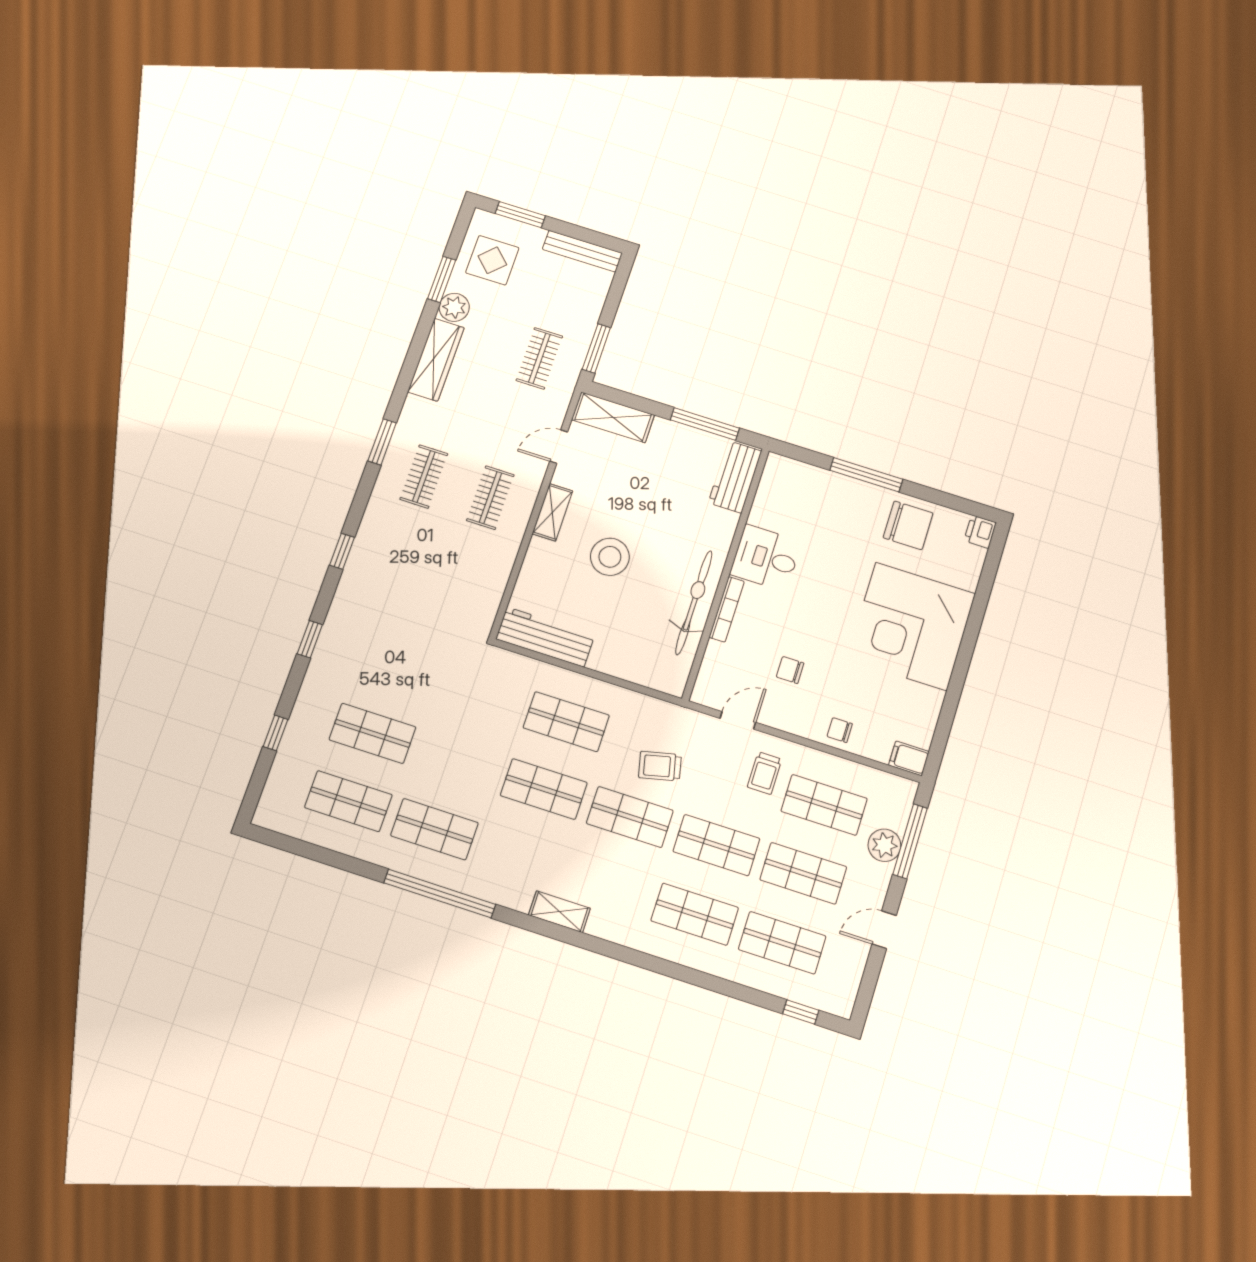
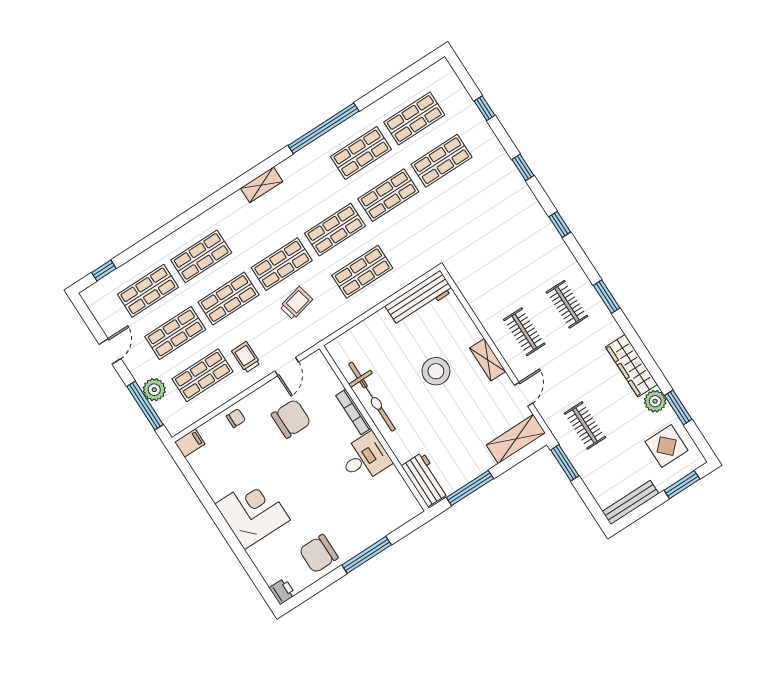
corner desk: (911, 626) -> (253, 512), width x0.74, depth x0.74
chair: (790, 670) -> (291, 419), width x1.87, depth x1.87
shop shelf: (458, 761) -> (388, 195), added

